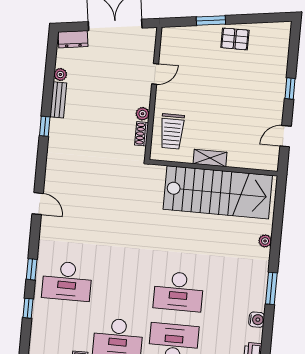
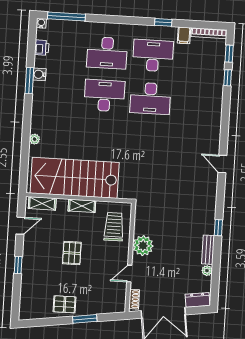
pallet: (224, 101) -> (72, 253), added
plant: (143, 114) -> (143, 246), width x1.88, depth x1.88
shoe rack: (142, 134) -> (134, 299), moved
shelving: (258, 162) -> (42, 203), added
window: (32, 269) -> (229, 54), moved
desk: (67, 281) -> (150, 98), moved, turned 180
window: (271, 288) -> (29, 81), moved

